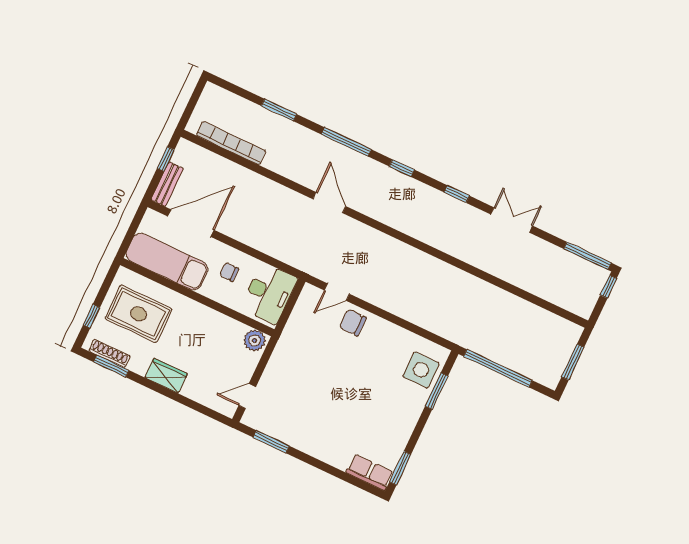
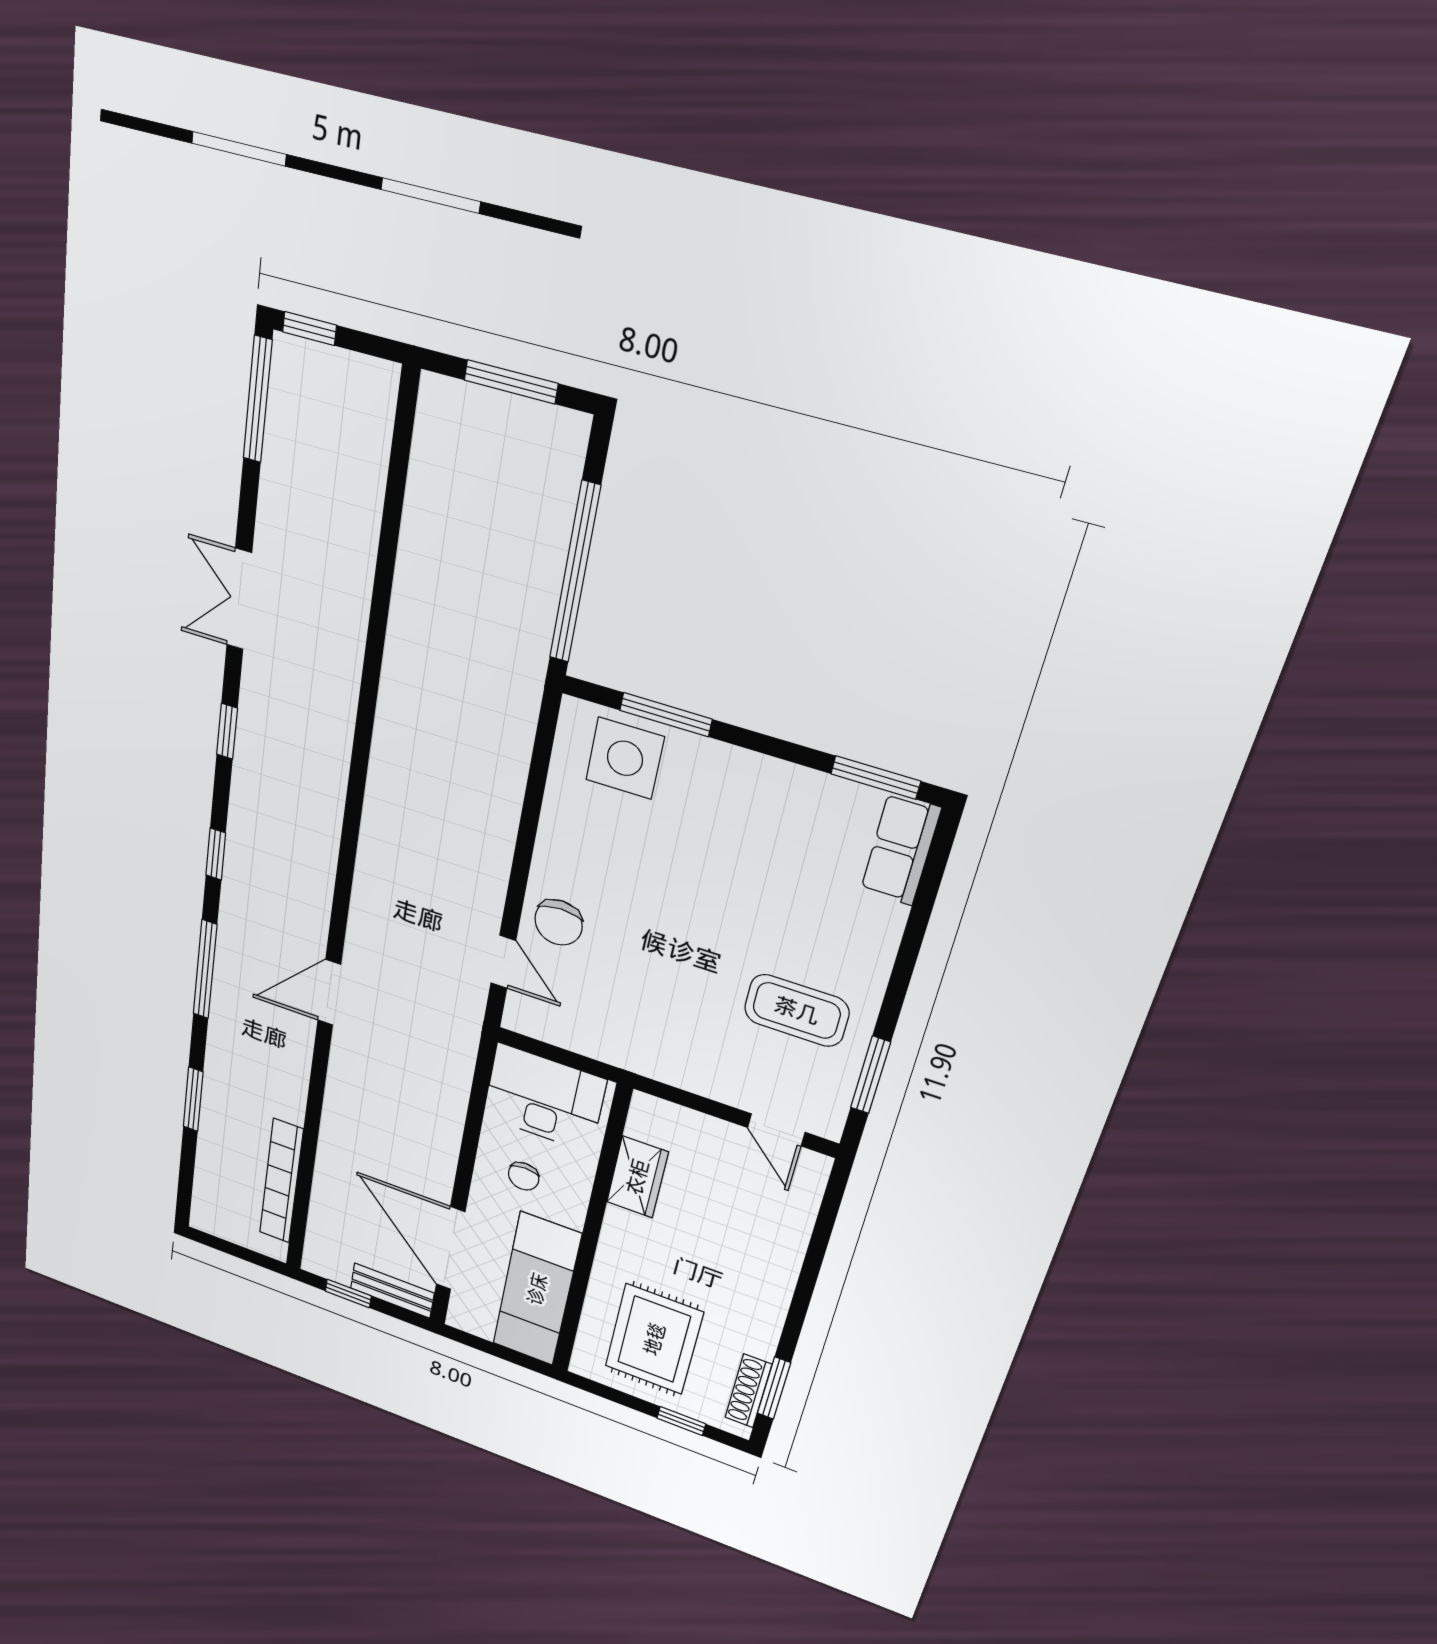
plant: (254, 340) -> (651, 1121), removed
wardrobe: (166, 376) -> (637, 1177), moved, turned 180
coffee table: (303, 417) -> (797, 1010), added

